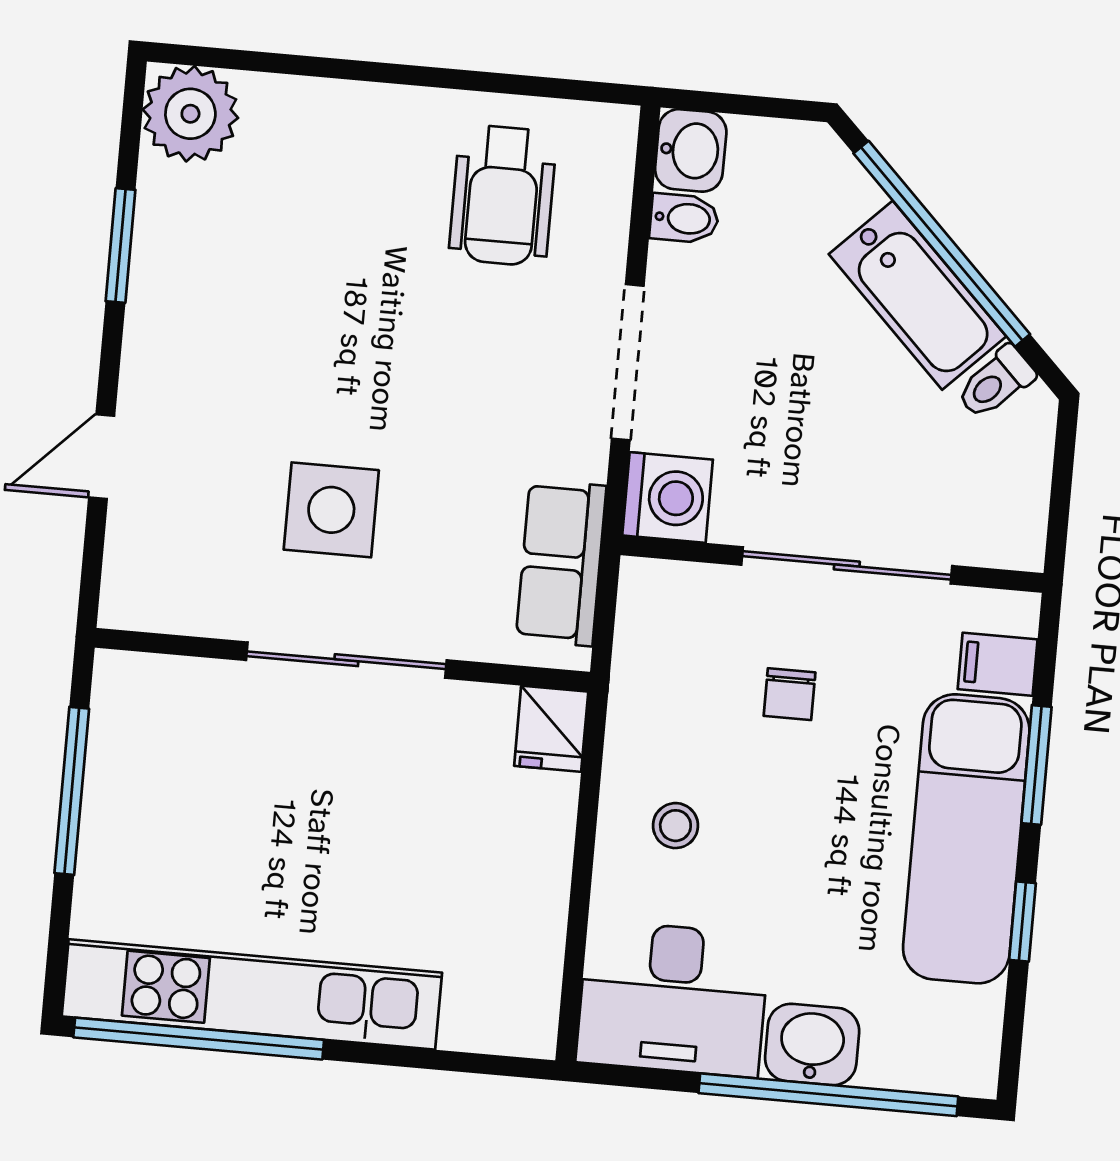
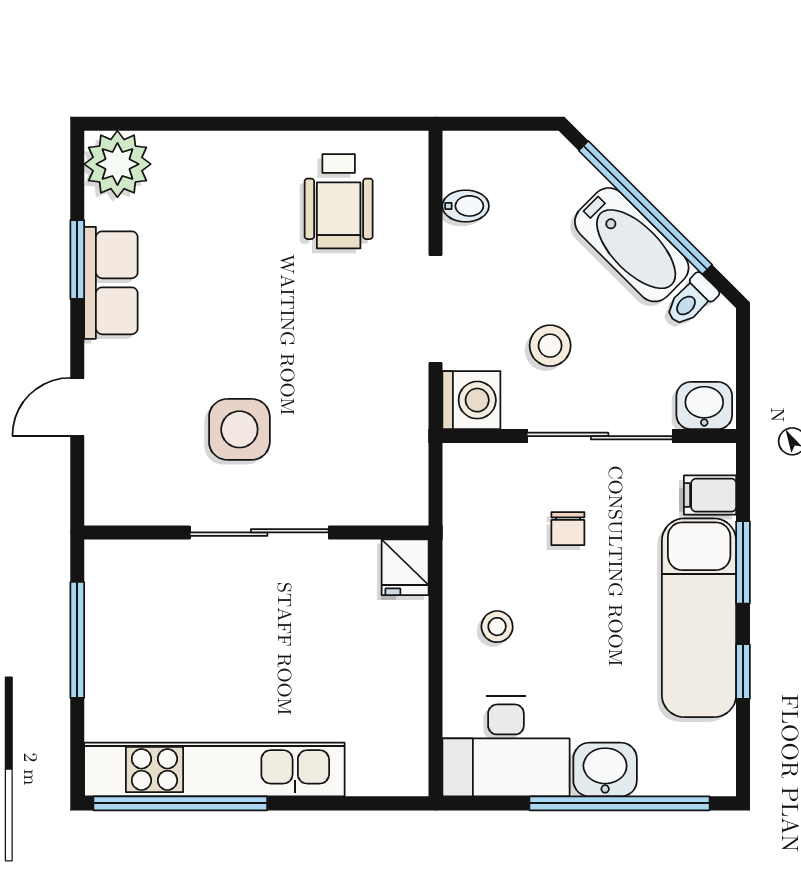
washbasin: (691, 150) -> (704, 406), moved, turned -90
stool: (787, 429) -> (550, 346), added
row of seats: (561, 563) -> (111, 283), moved, turned 180

